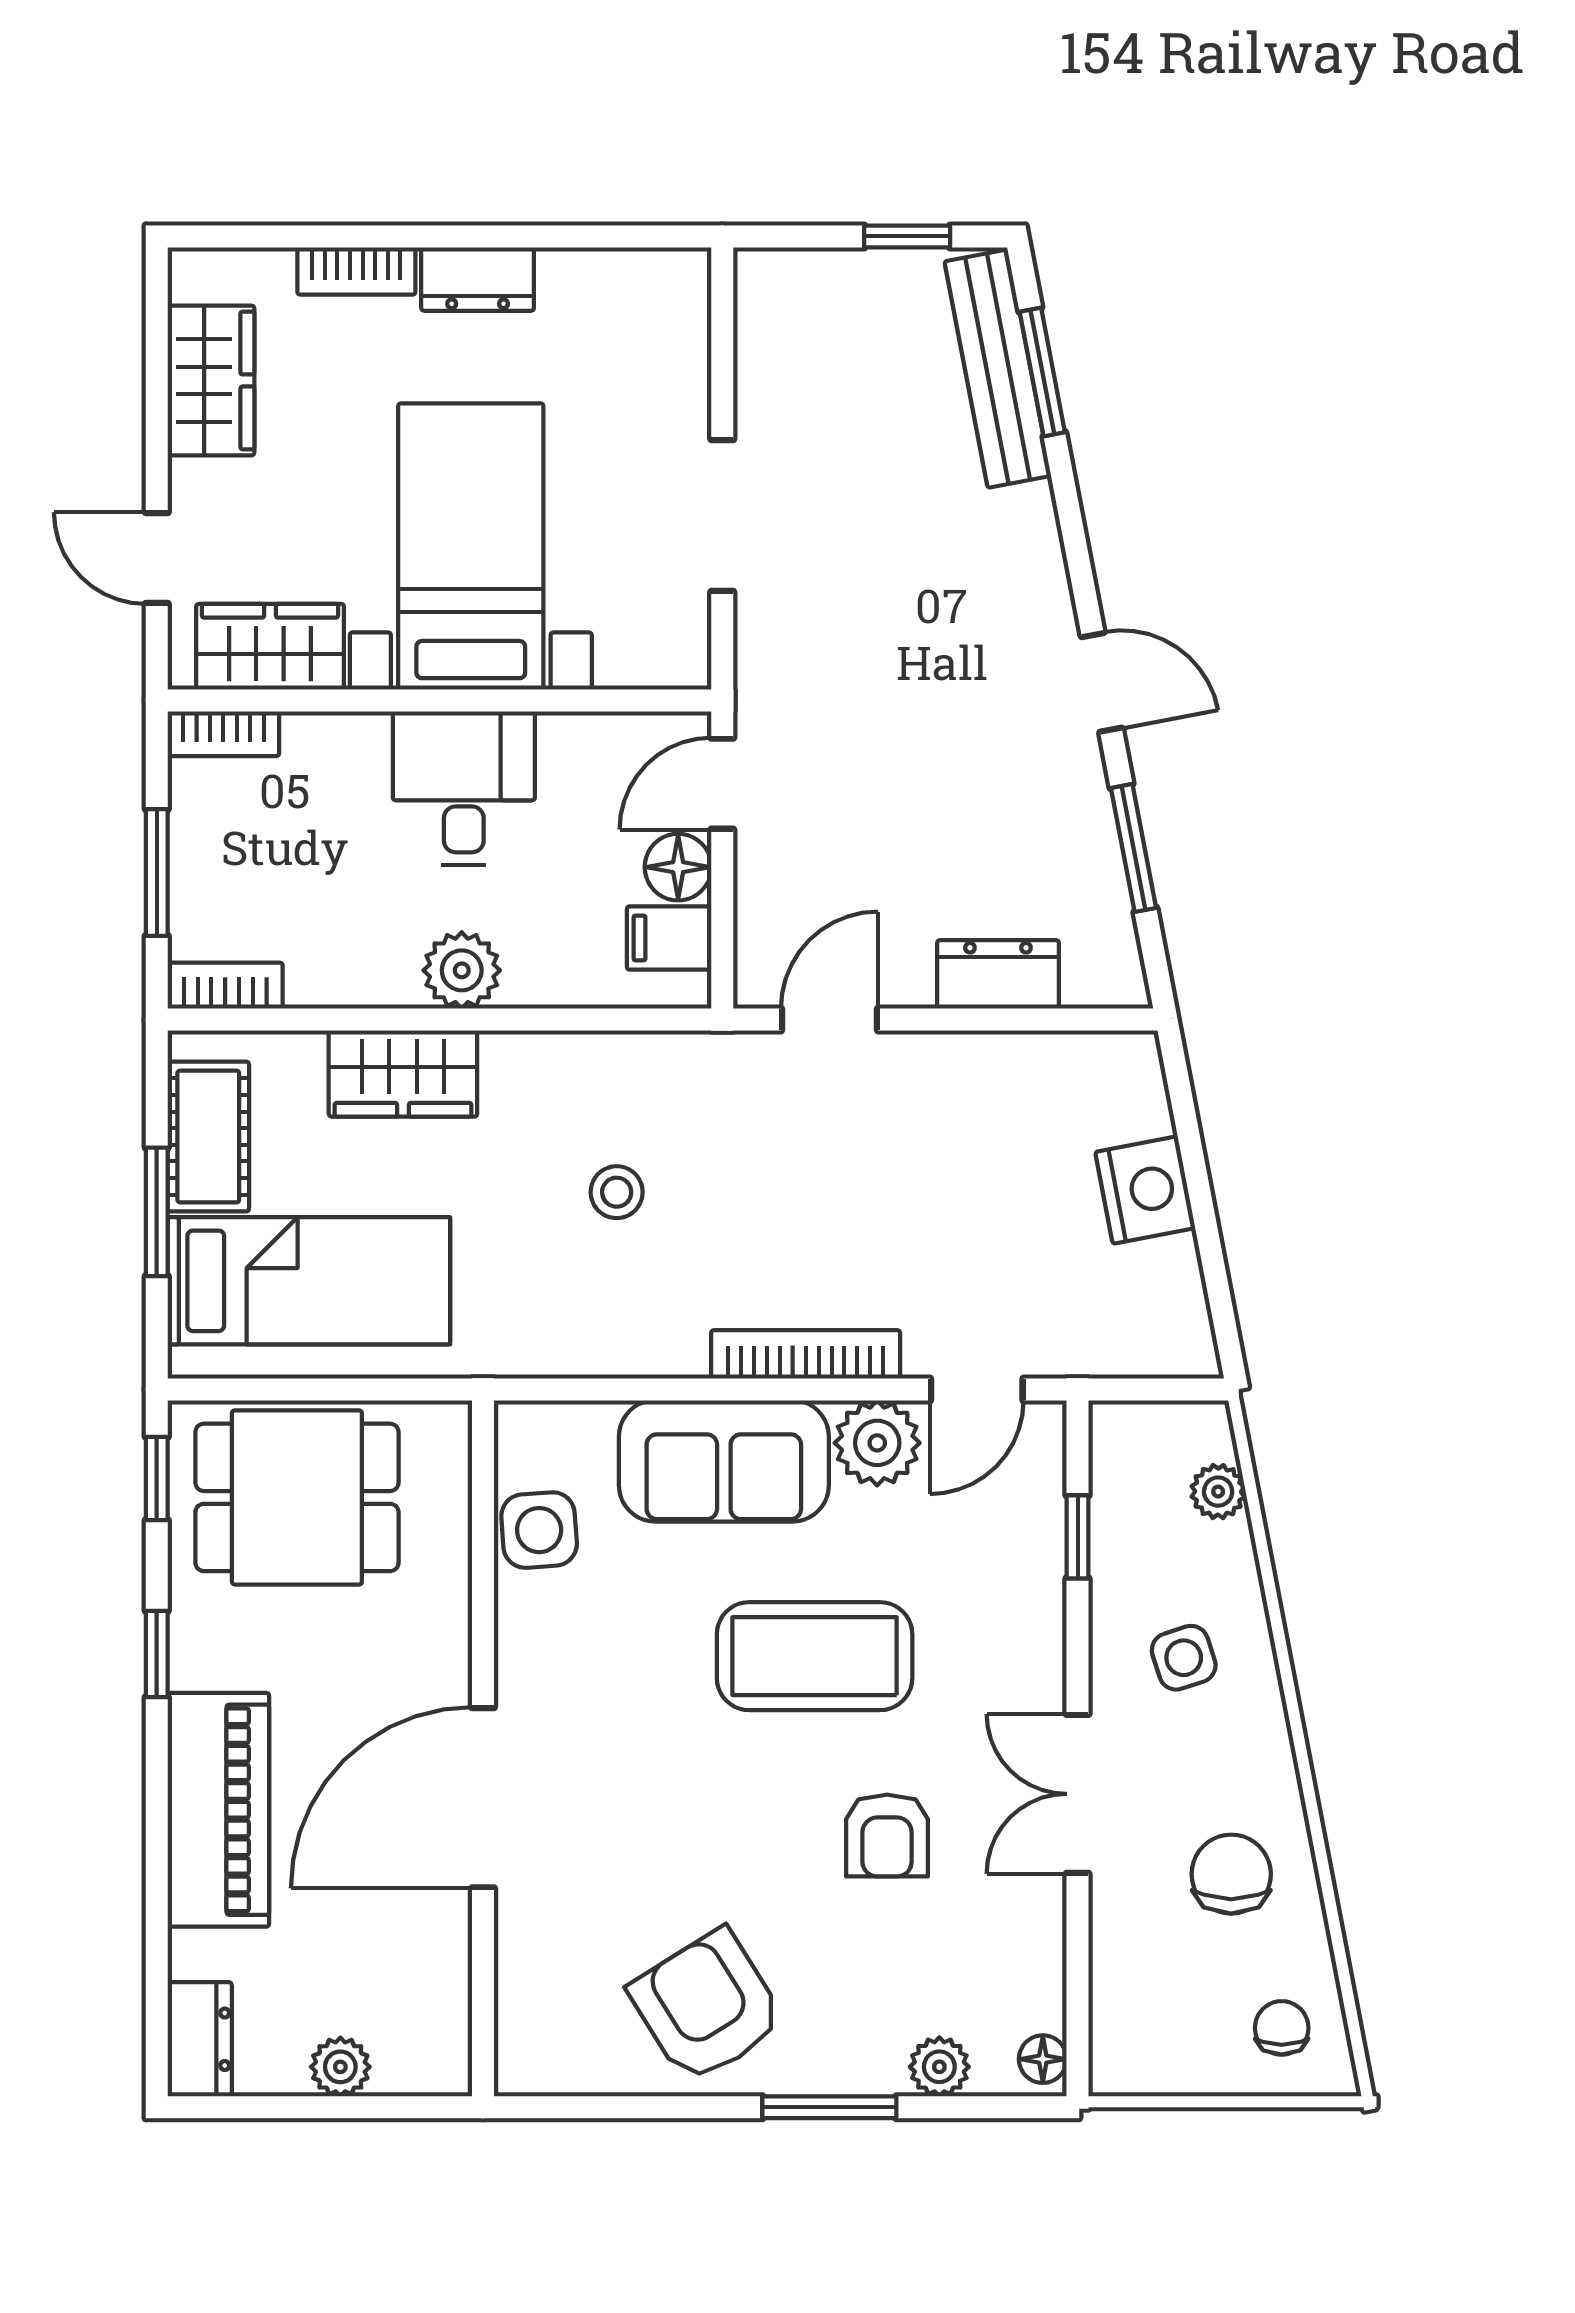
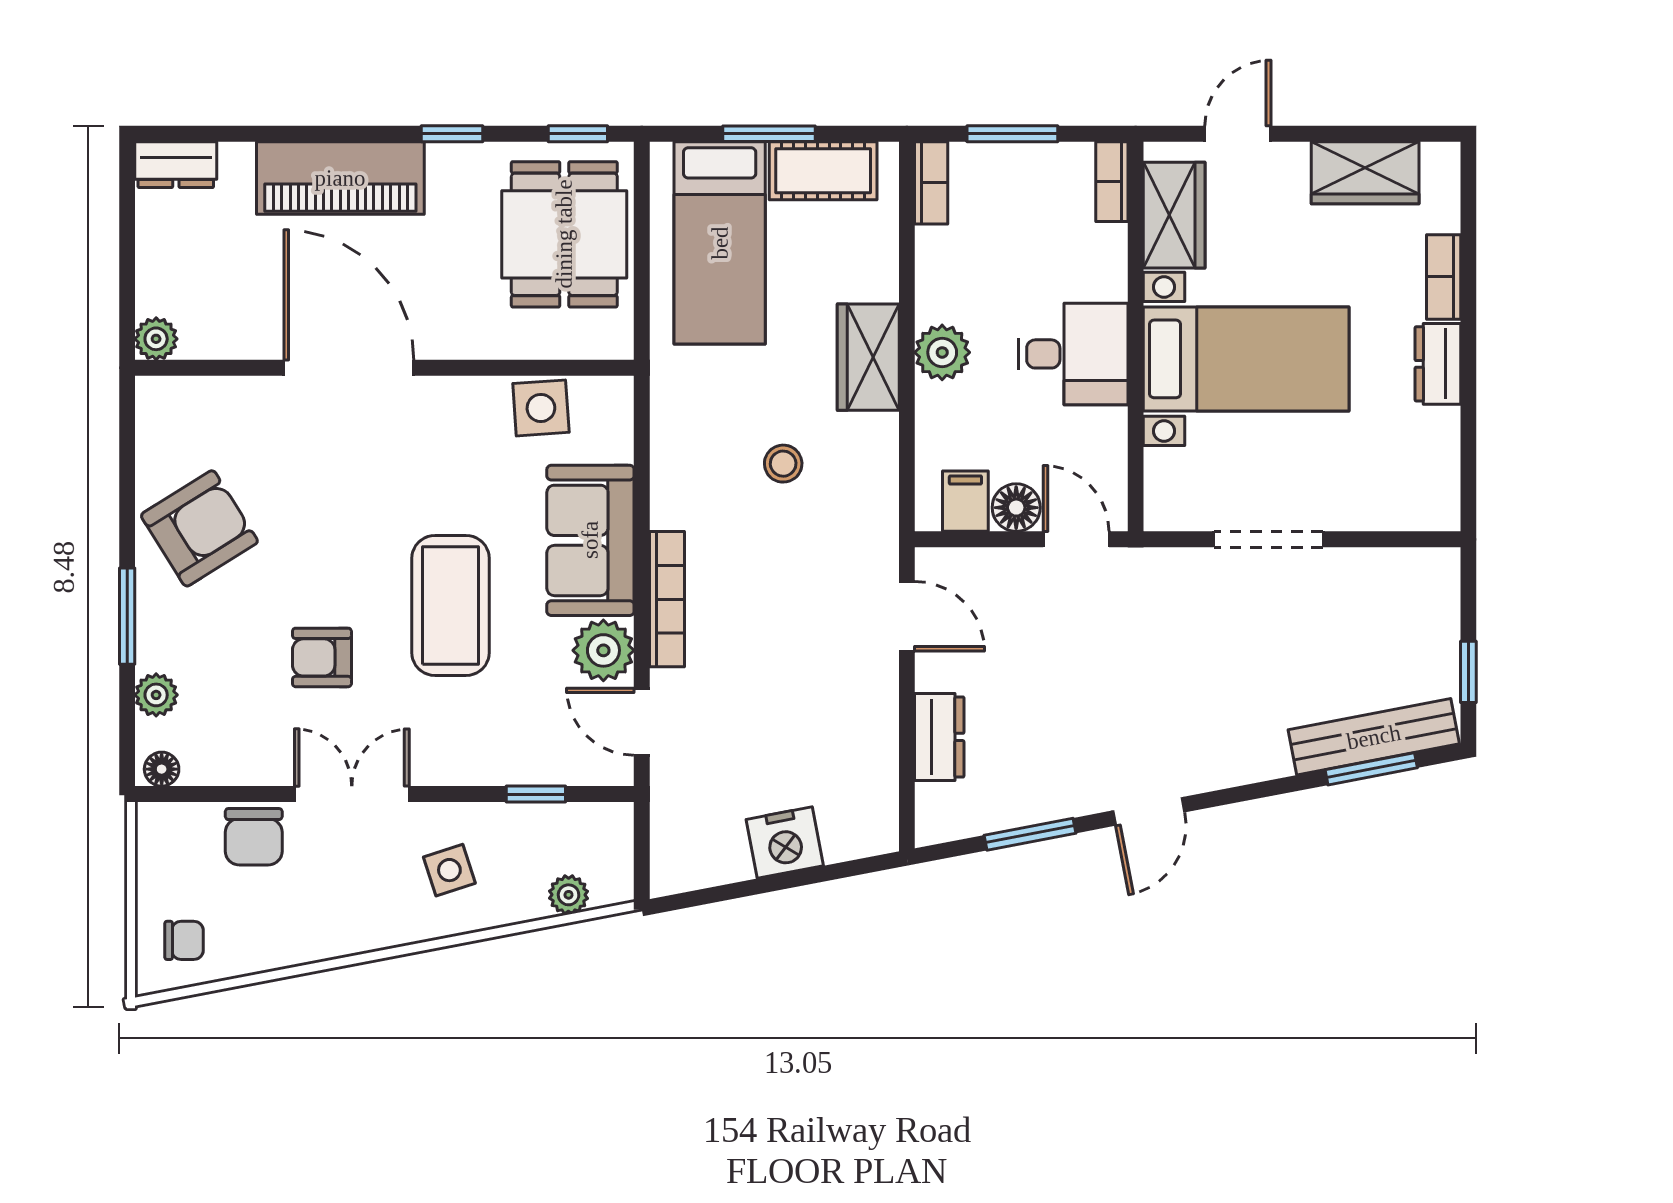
wardrobe: (403, 1074) -> (868, 357), moved
chair: (1231, 1874) -> (254, 837), moved, turned 90
plant: (340, 2067) -> (156, 339), moved

